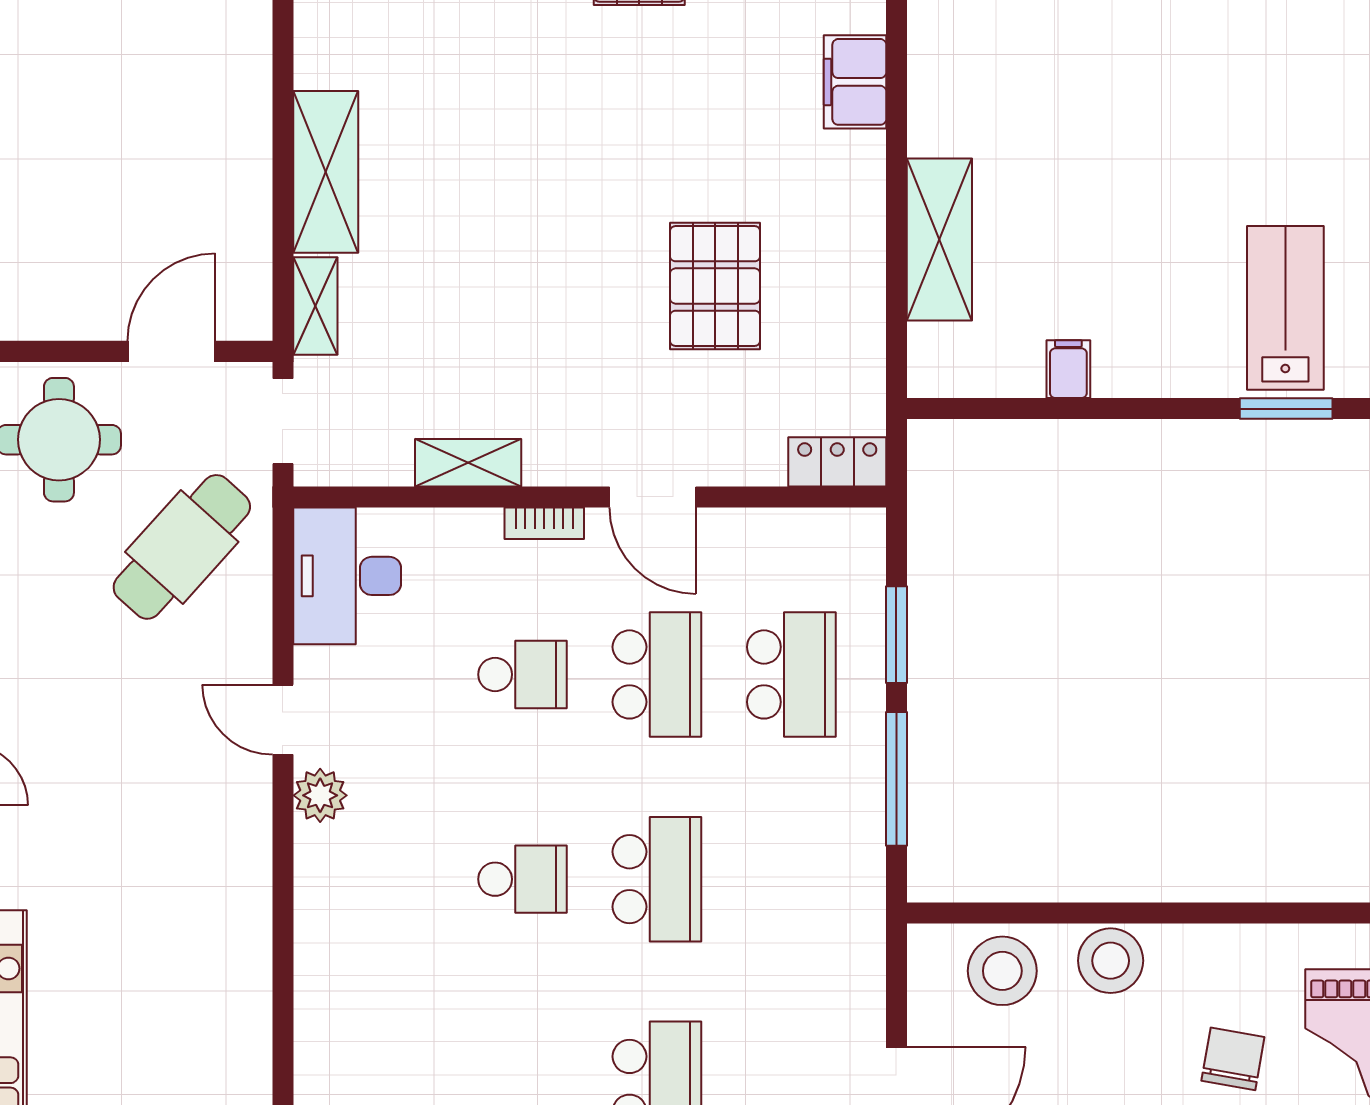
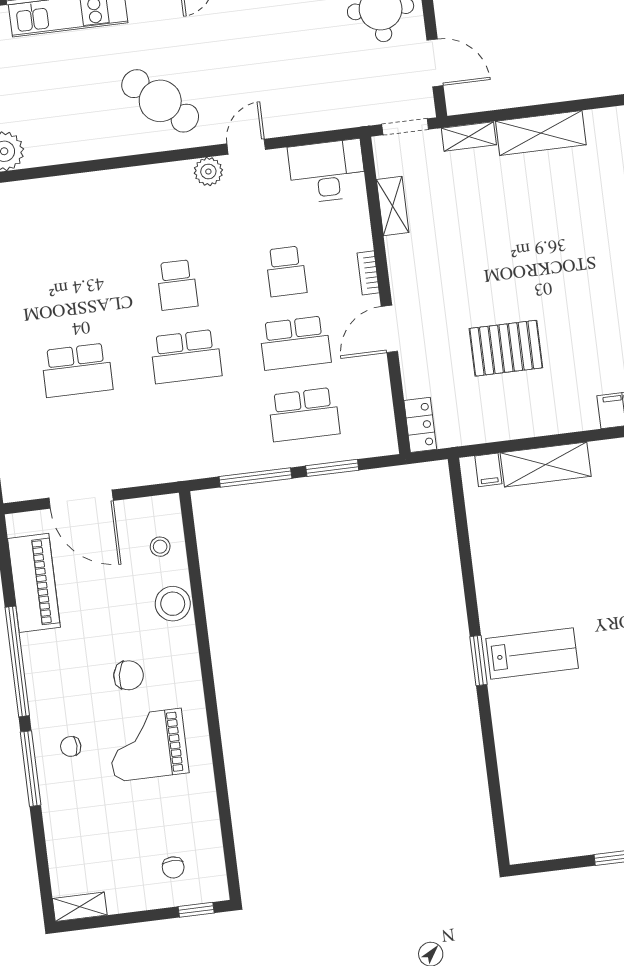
filing cabinet: (1068, 369) -> (488, 470), moved, turned 90
shelving: (468, 463) -> (393, 206), moved
cafe table: (182, 547) -> (160, 101), moved
stool: (1002, 971) -> (160, 547), width x0.53, depth x0.53

